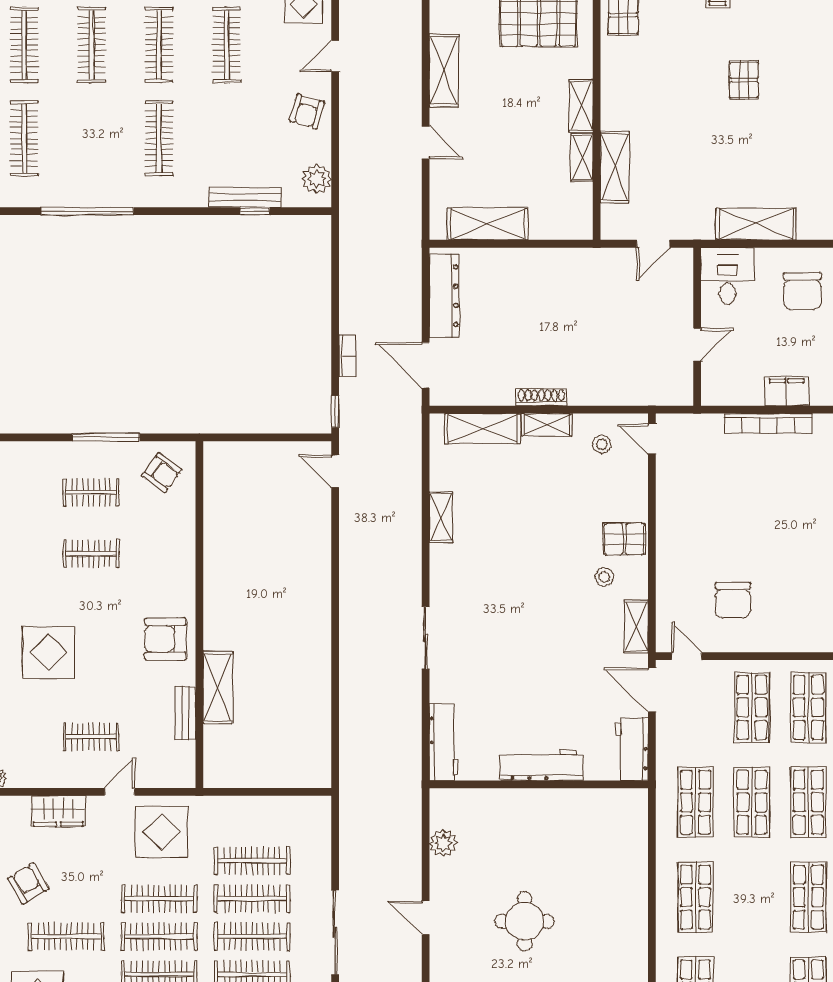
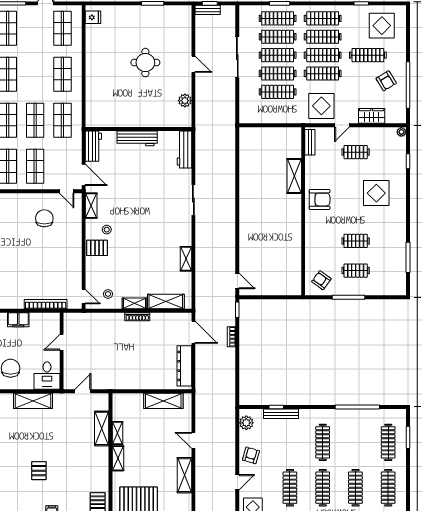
bookcase: (768, 423) -> (46, 304), moved
bench: (185, 713) -> (310, 142), moved

